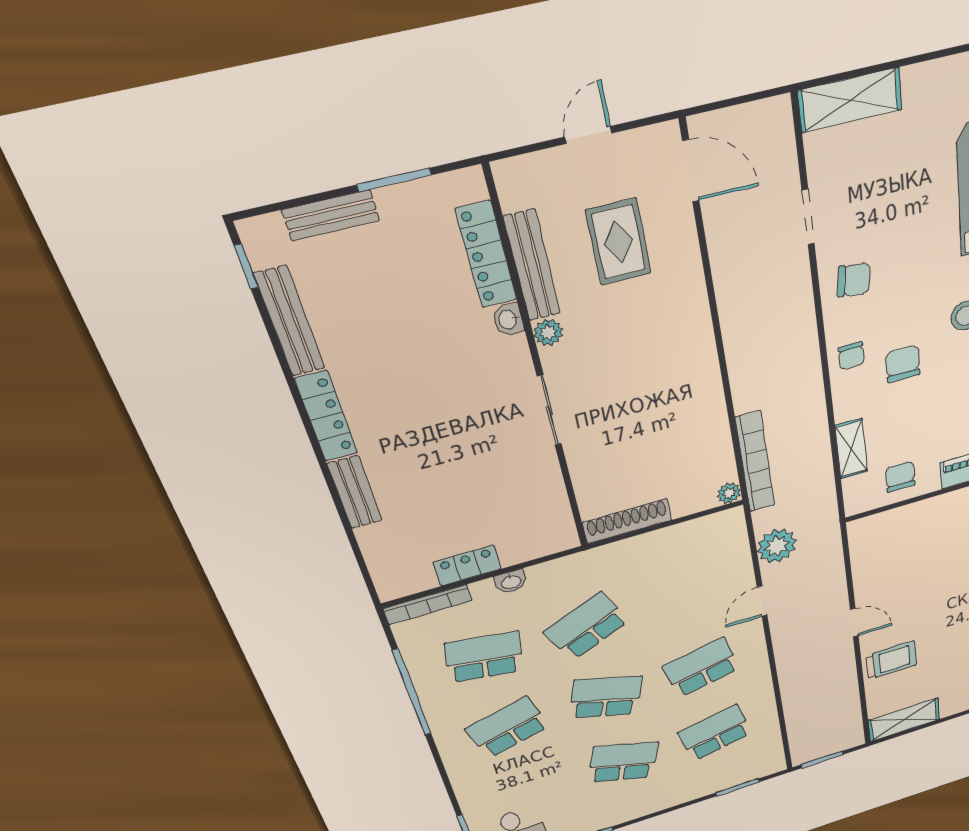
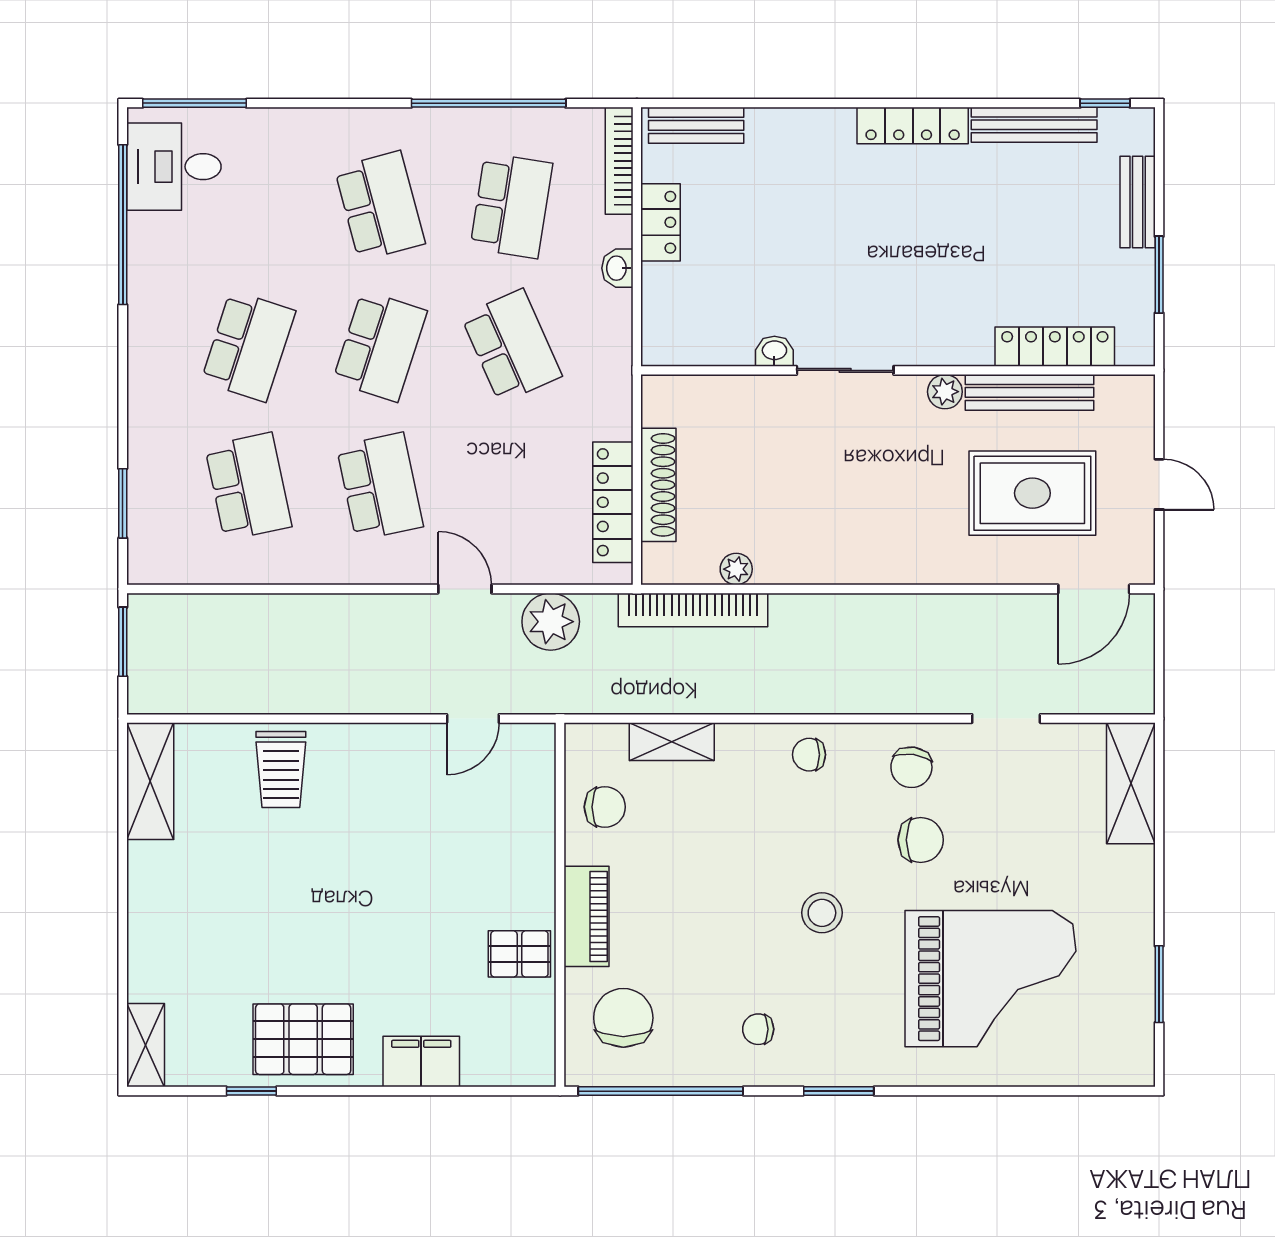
rug: (619, 242) -> (1032, 493), width x1.36, depth x1.43
washbasin: (508, 320) -> (774, 351), moved
chair: (903, 364) -> (921, 840), moved
bench: (355, 492) -> (696, 125), moved
plant: (729, 493) -> (736, 569), moved
shoe rack: (627, 521) -> (658, 485), moved
locker: (686, 534) -> (613, 502), added
door: (854, 623) -> (473, 719), moved

